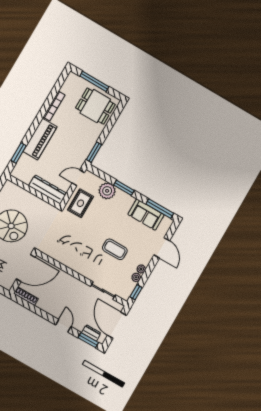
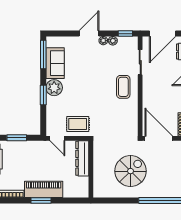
window: (94, 152) -> (17, 138), moved
window: (19, 153) -> (41, 200), moved
plant: (107, 191) -> (54, 88), moved
door: (162, 248) -> (89, 34), moved
coffee table: (115, 249) -> (123, 87), moved

